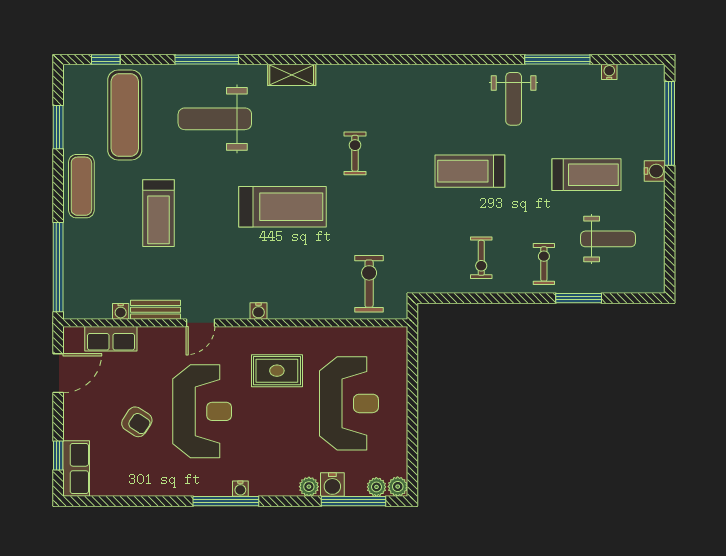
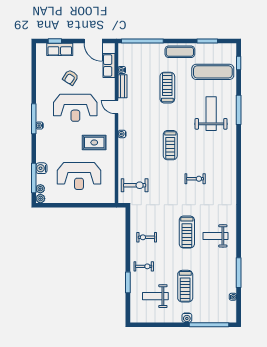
shelving: (292, 75) -> (231, 149), removed
weight bench: (514, 99) -> (215, 236), moved
treadmill: (470, 171) -> (187, 232), turned 180
treadmill: (282, 207) -> (170, 145), width x0.73, depth x0.73
treadmill: (159, 213) -> (167, 88), turned 90
weight bench: (608, 239) -> (155, 296), turned 90
rug: (277, 371) -> (94, 143), turned 90
row of seats: (76, 468) -> (60, 49), moved
plant: (309, 487) -> (40, 157), removed

